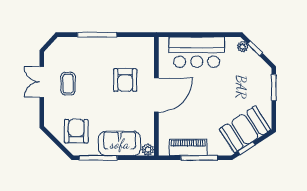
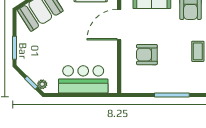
armchair: (125, 80) -> (147, 55), turned -90
door: (156, 95) -> (119, 25), moved

